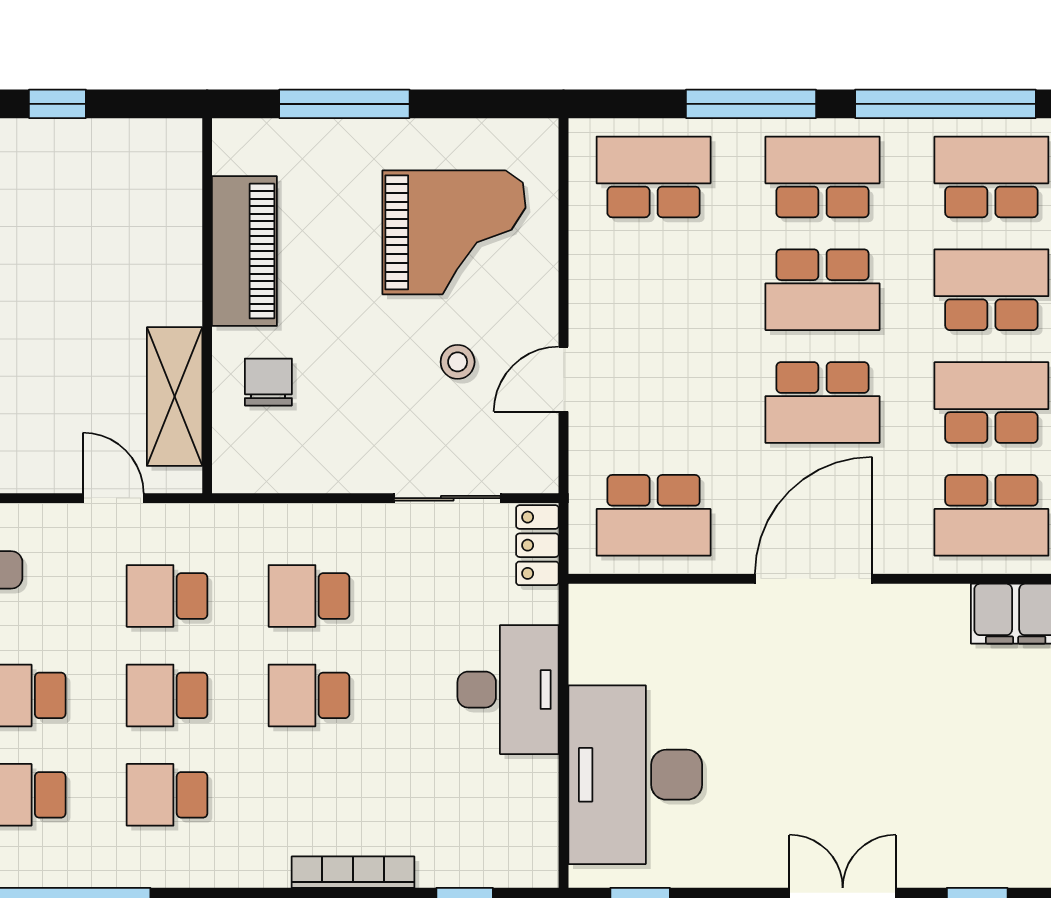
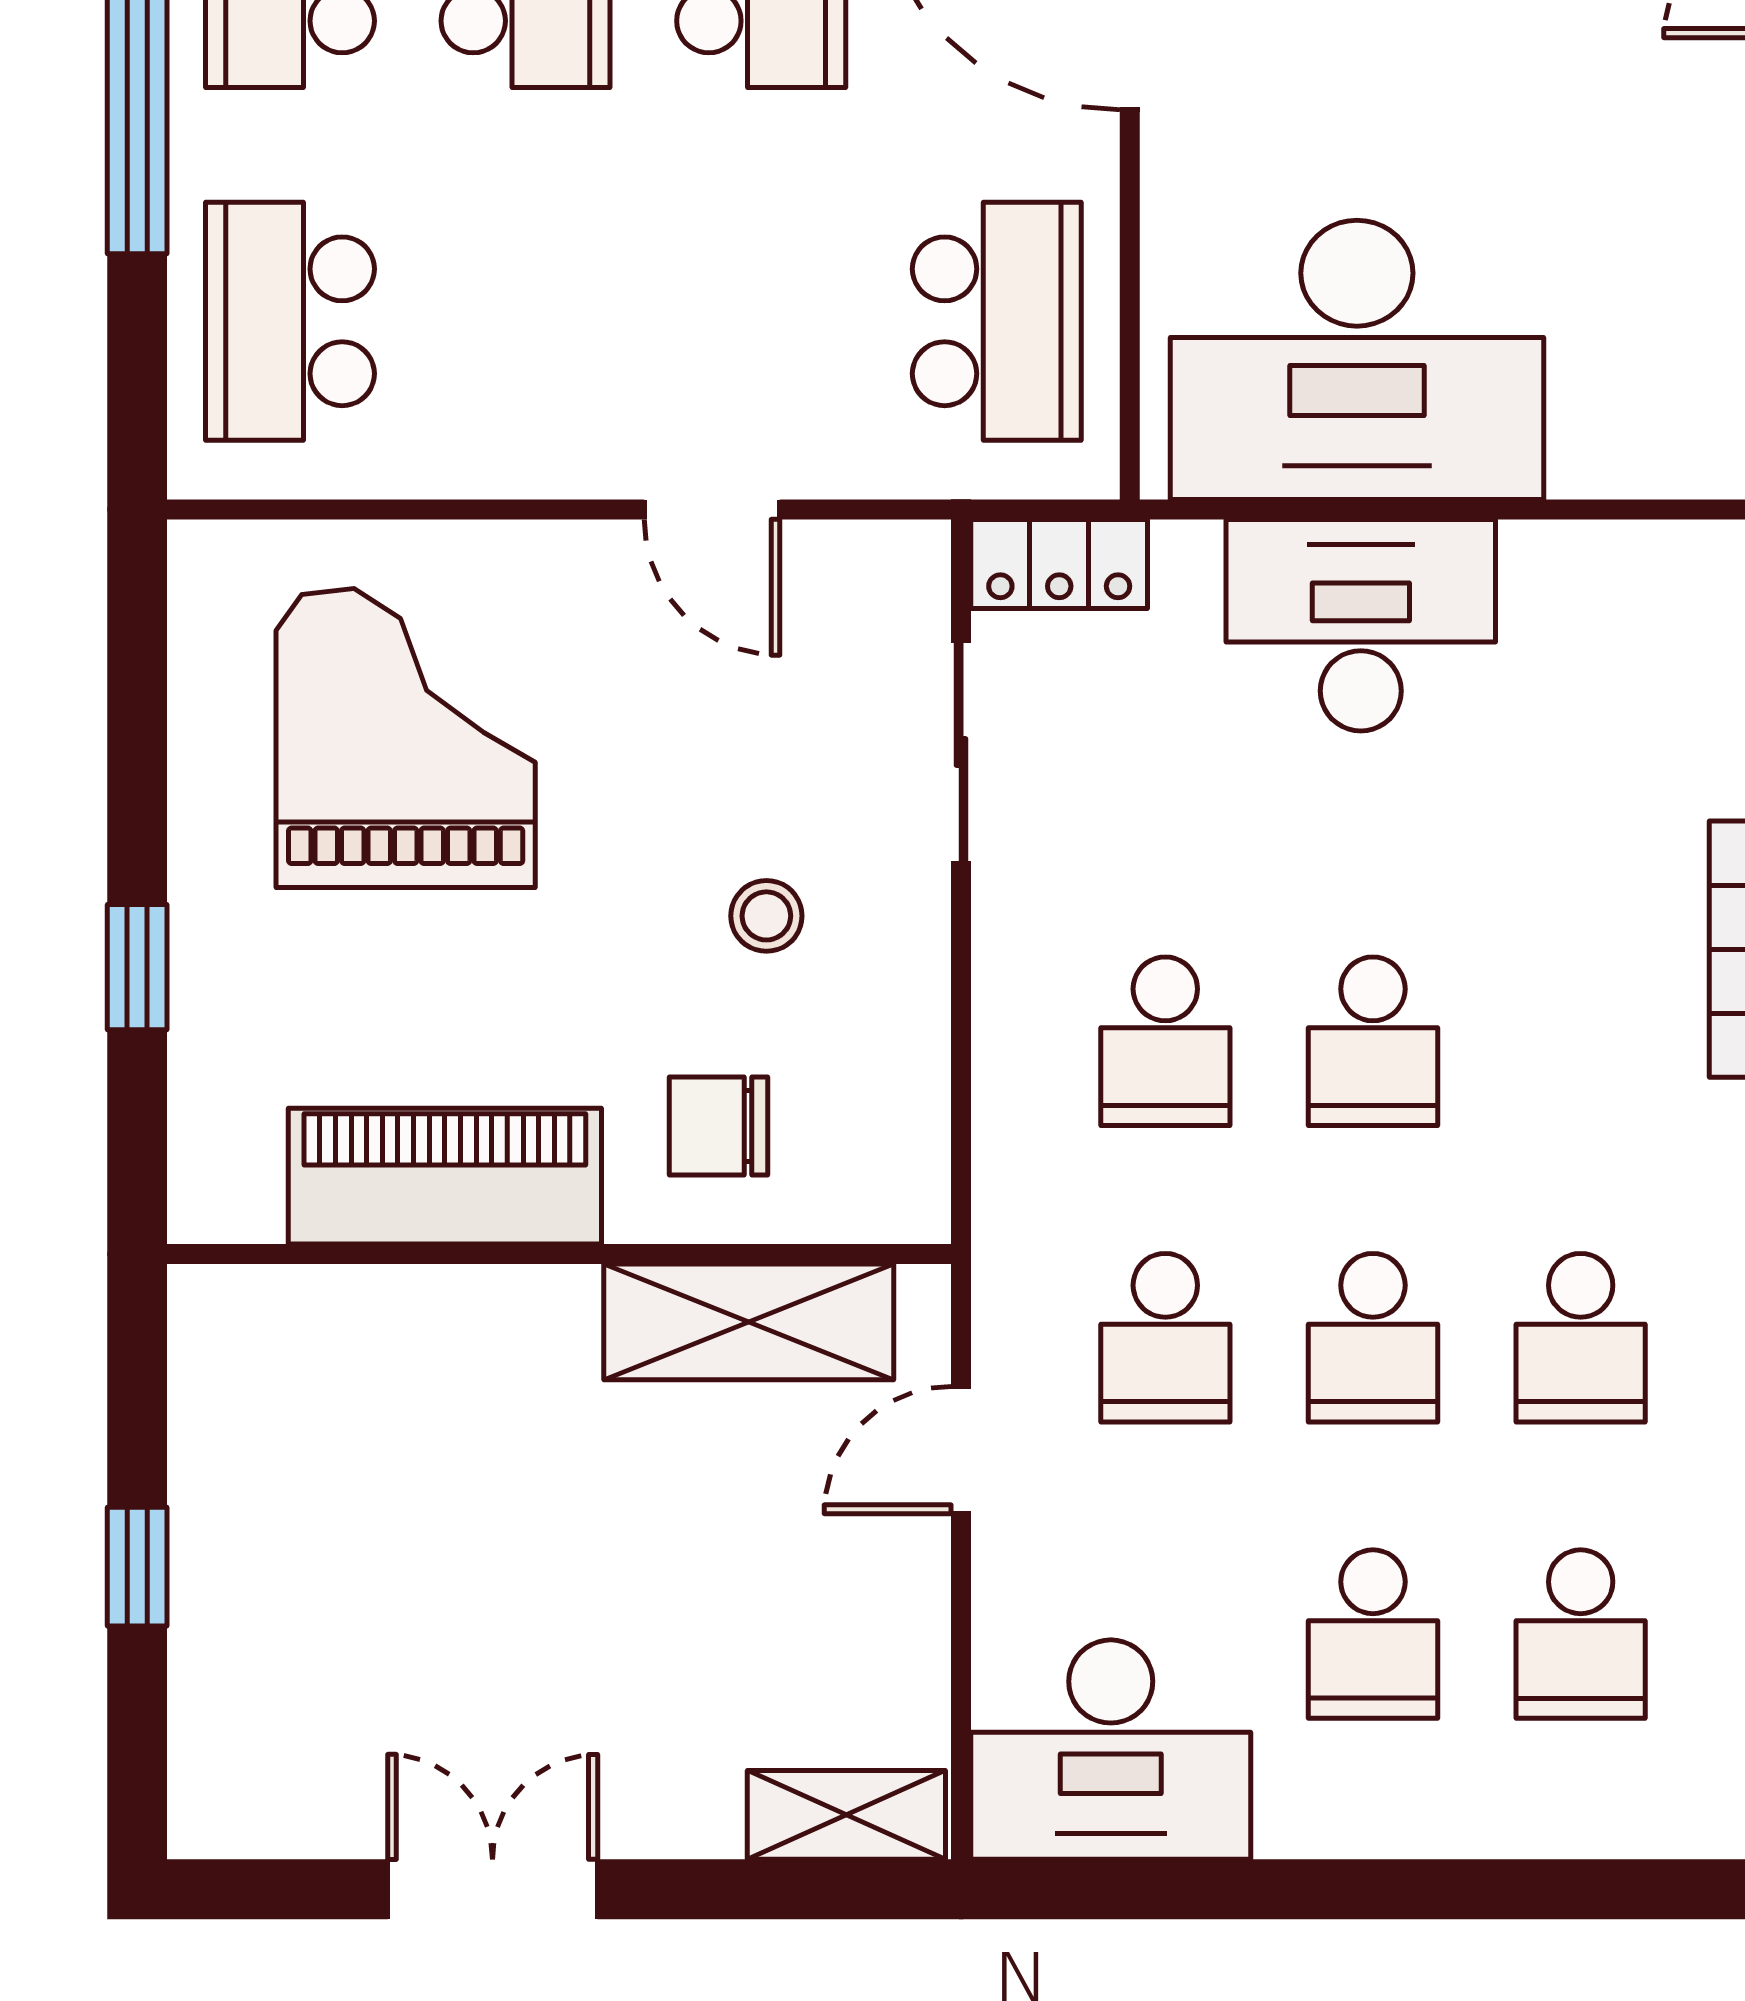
window: (344, 104) -> (137, 967), width x0.46
stool: (458, 362) -> (766, 916), moved
desk: (635, 775) -> (1357, 360), moved

